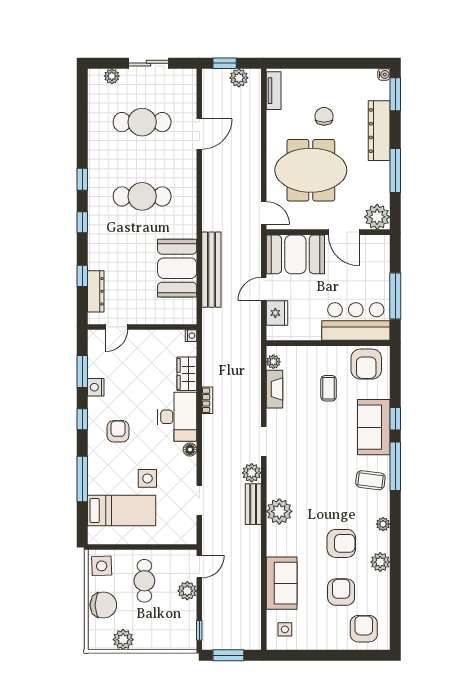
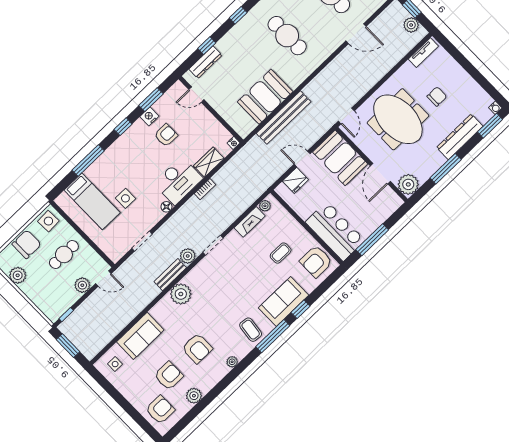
armchair: (118, 431) -> (166, 135), moved
plant: (380, 562) -> (194, 396), moved
chair: (103, 605) -> (27, 244), turned -90

